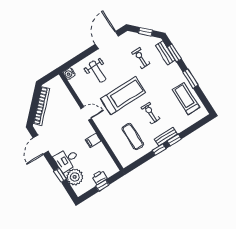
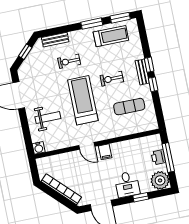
window: (174, 53) -> (120, 18), moved
exercise bike: (141, 58) -> (69, 61), moved
treadmill: (186, 99) -> (111, 36), turned 180
door: (86, 113) -> (87, 146), swing flipped
filing cabinet: (93, 140) -> (105, 152), moved
plant: (75, 177) -> (160, 180), moved
window: (102, 186) -> (168, 158), width x2.17

